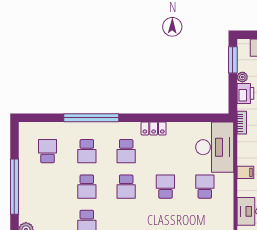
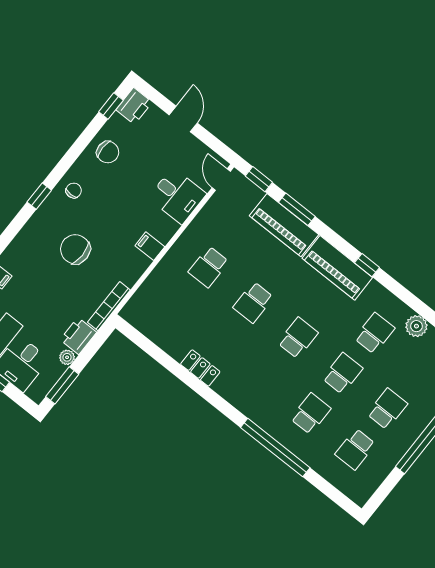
bookcase: (242, 123) -> (109, 306), width x1.56
locker: (154, 128) -> (200, 368), moved
desk: (215, 147) -> (162, 303), removed
school desk: (126, 151) -> (387, 409), moved

